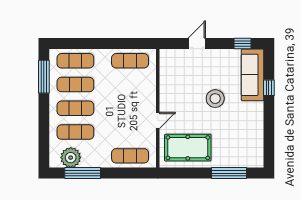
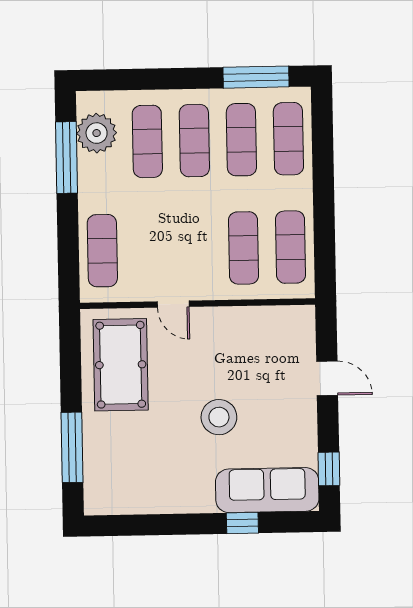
exercise mat: (130, 85) -> (243, 248), added

